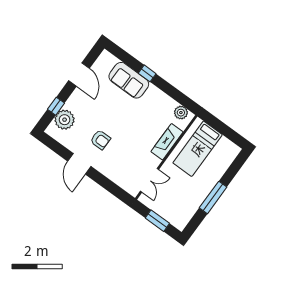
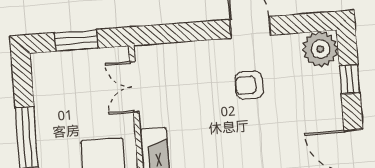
plant: (65, 120) -> (320, 49), moved

